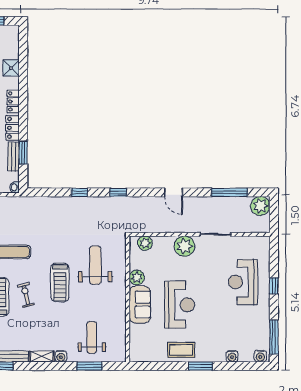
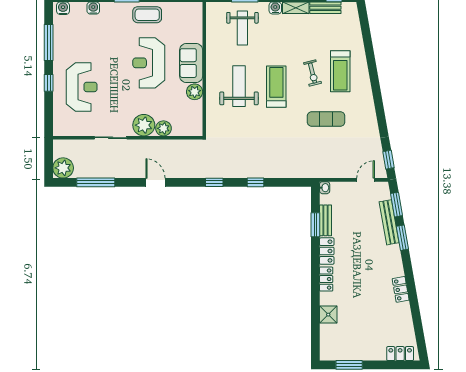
plant: (145, 243) -> (163, 128), moved
weight bench: (95, 265) -> (239, 86), moved, turned 180
window: (274, 337) -> (49, 42), moved

